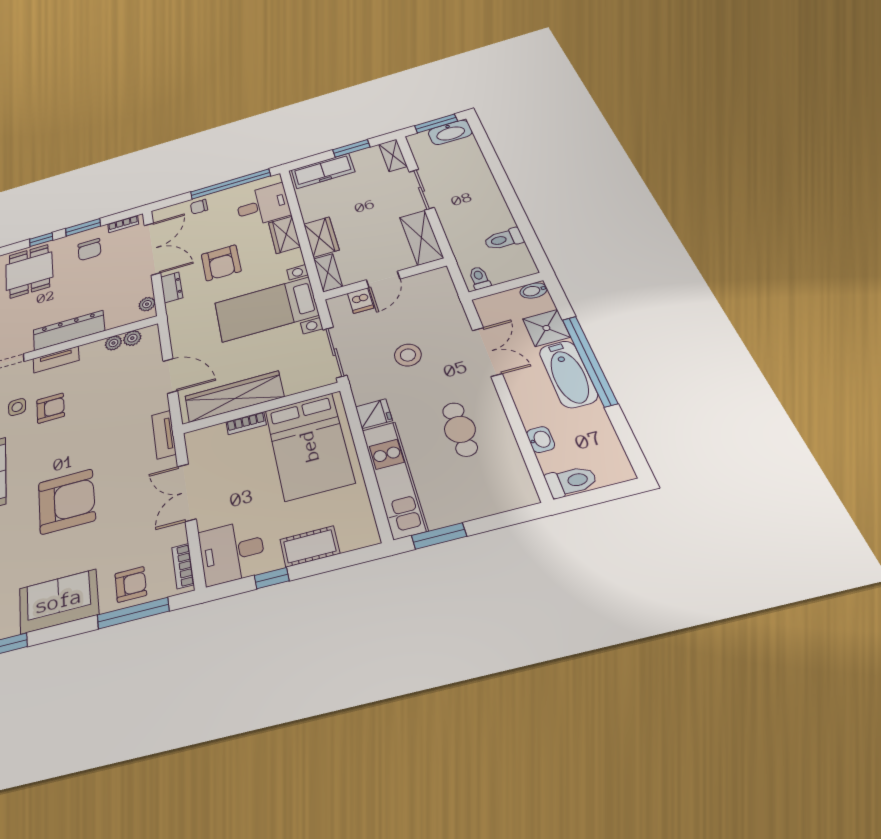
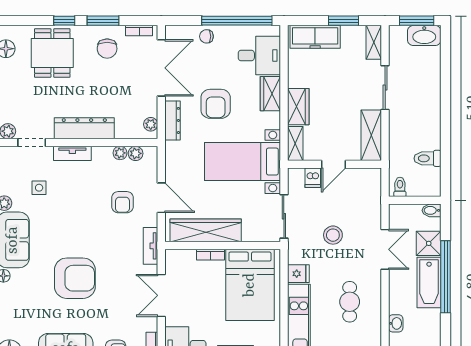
dresser: (172, 287) -> (172, 120), width x1.44
armchair: (51, 408) -> (122, 202), moved, turned 90

